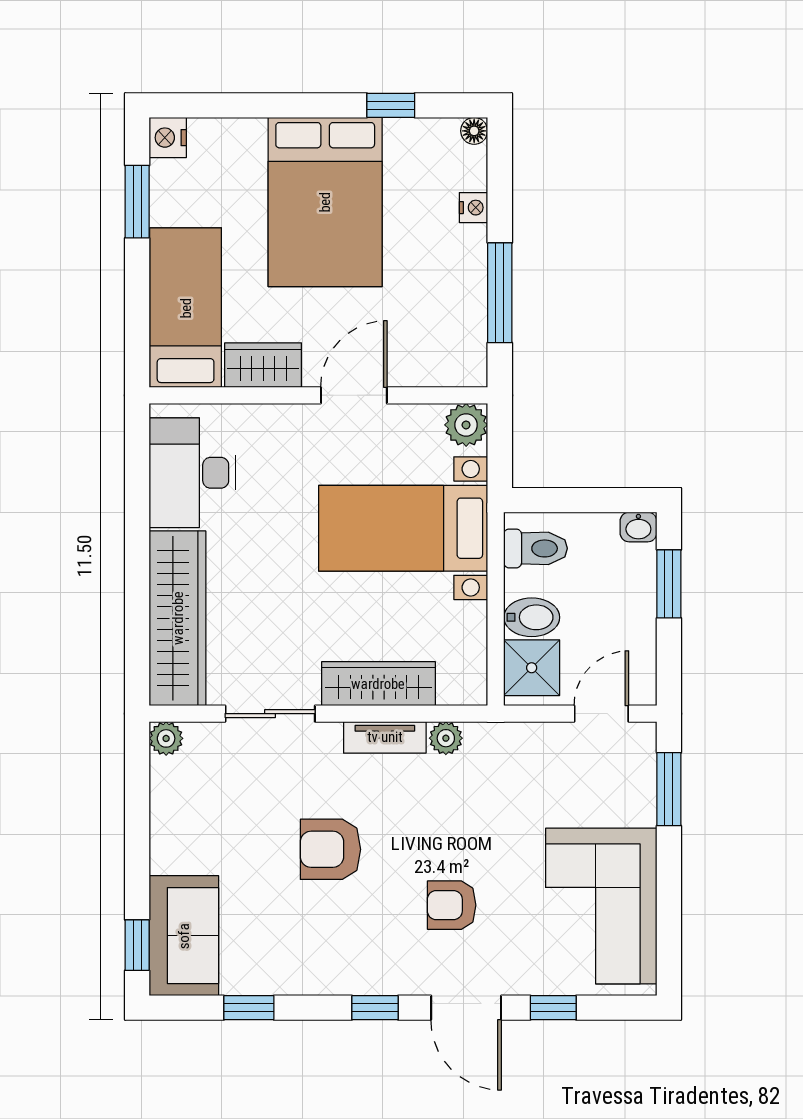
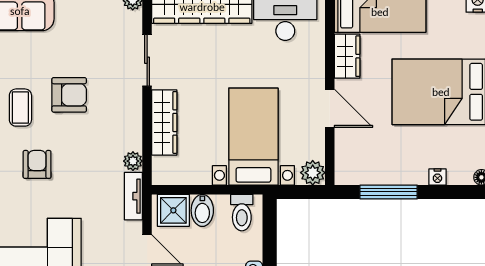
tv unit: (385, 737) -> (133, 196), moved
armchair: (330, 849) -> (69, 95), turned 90
coffee table: (353, 934) -> (20, 108), added

